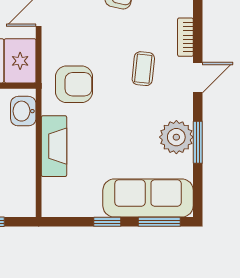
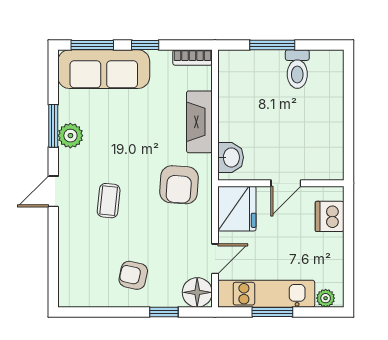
bookcase: (185, 37) -> (193, 58), moved, turned 90
armchair: (74, 84) -> (179, 185), turned -86
plant: (176, 137) -> (70, 136), width x0.73, depth x0.73

